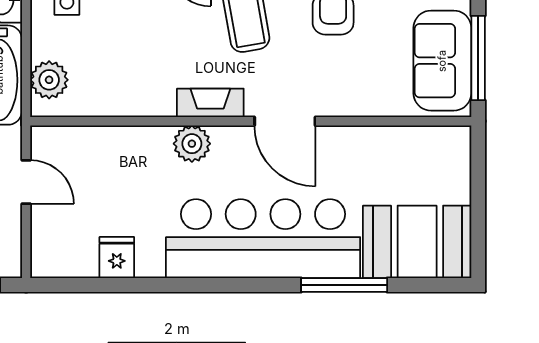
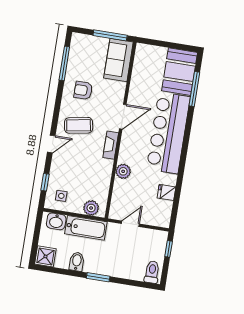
sofa: (442, 61) -> (118, 60), moved, turned 90
plant: (192, 144) -> (123, 171), moved
window: (344, 285) -> (194, 89), moved

